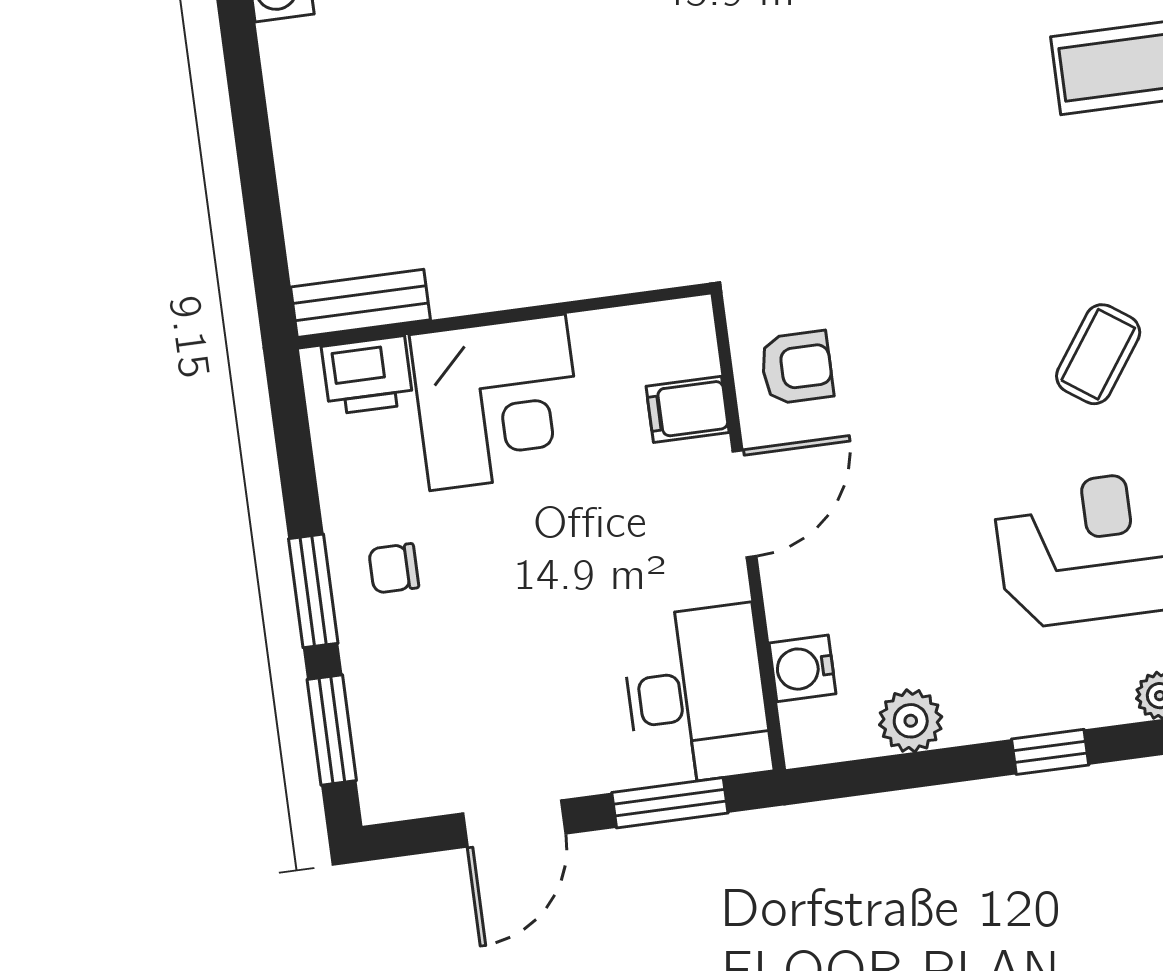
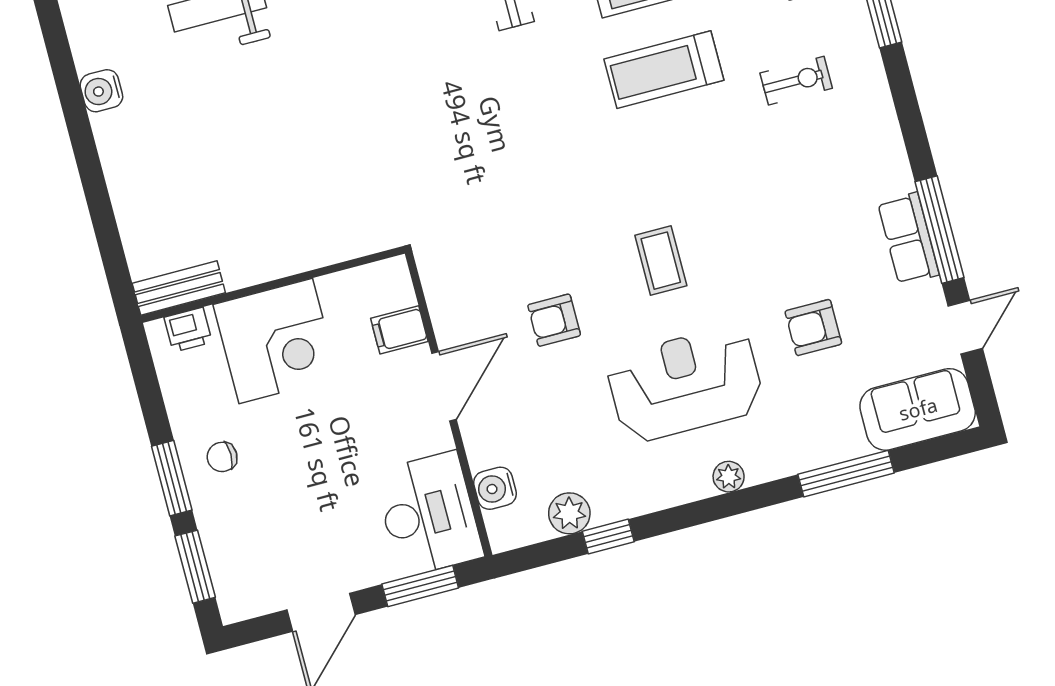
coffee table: (1098, 354) -> (661, 261), turned -35
armchair: (797, 368) -> (554, 320), moved, turned 180
printer: (367, 375) -> (188, 330), width x0.73, depth x0.81
window: (1050, 752) -> (608, 536), moved

